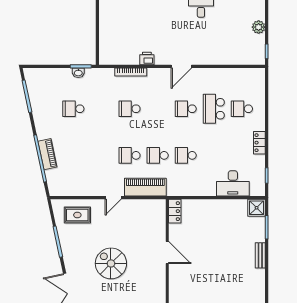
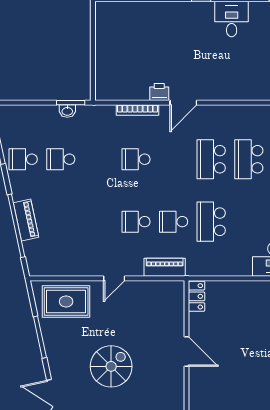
door: (181, 66) -> (183, 103), moved
school desk: (45, 109) -> (23, 159), added
school desk: (186, 109) -> (211, 159), width x1.85
school desk: (186, 155) -> (211, 222), width x1.85
piano: (145, 187) -> (165, 267), width x0.73, depth x0.75
rug: (77, 215) -> (66, 301), width x1.36, depth x1.43
spiral stairs: (111, 263) -> (111, 366), turned 90

